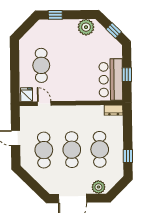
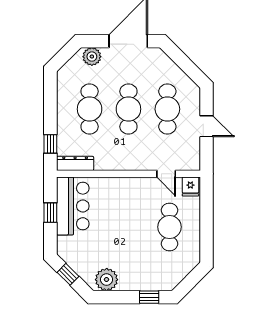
dresser: (114, 110) -> (75, 163), width x1.44
window: (128, 156) -> (50, 144), moved

